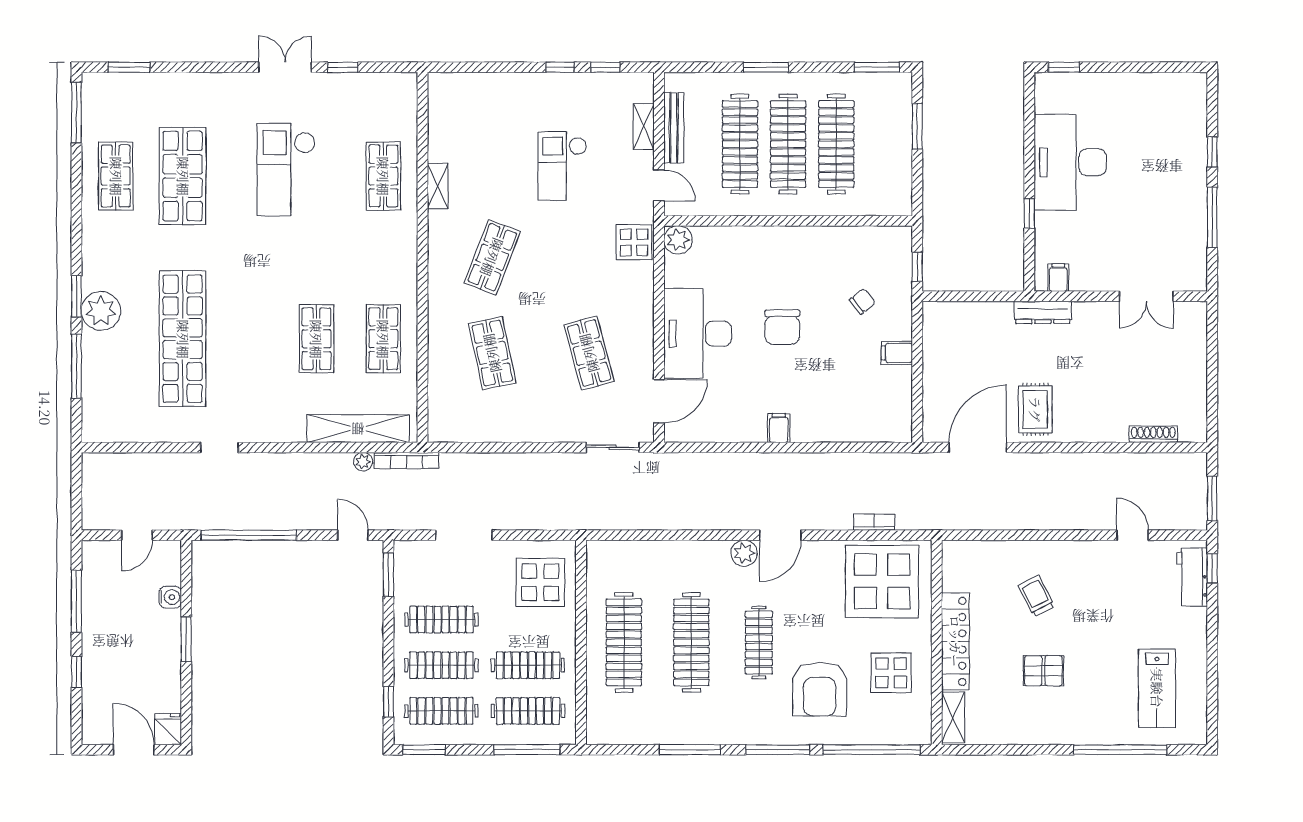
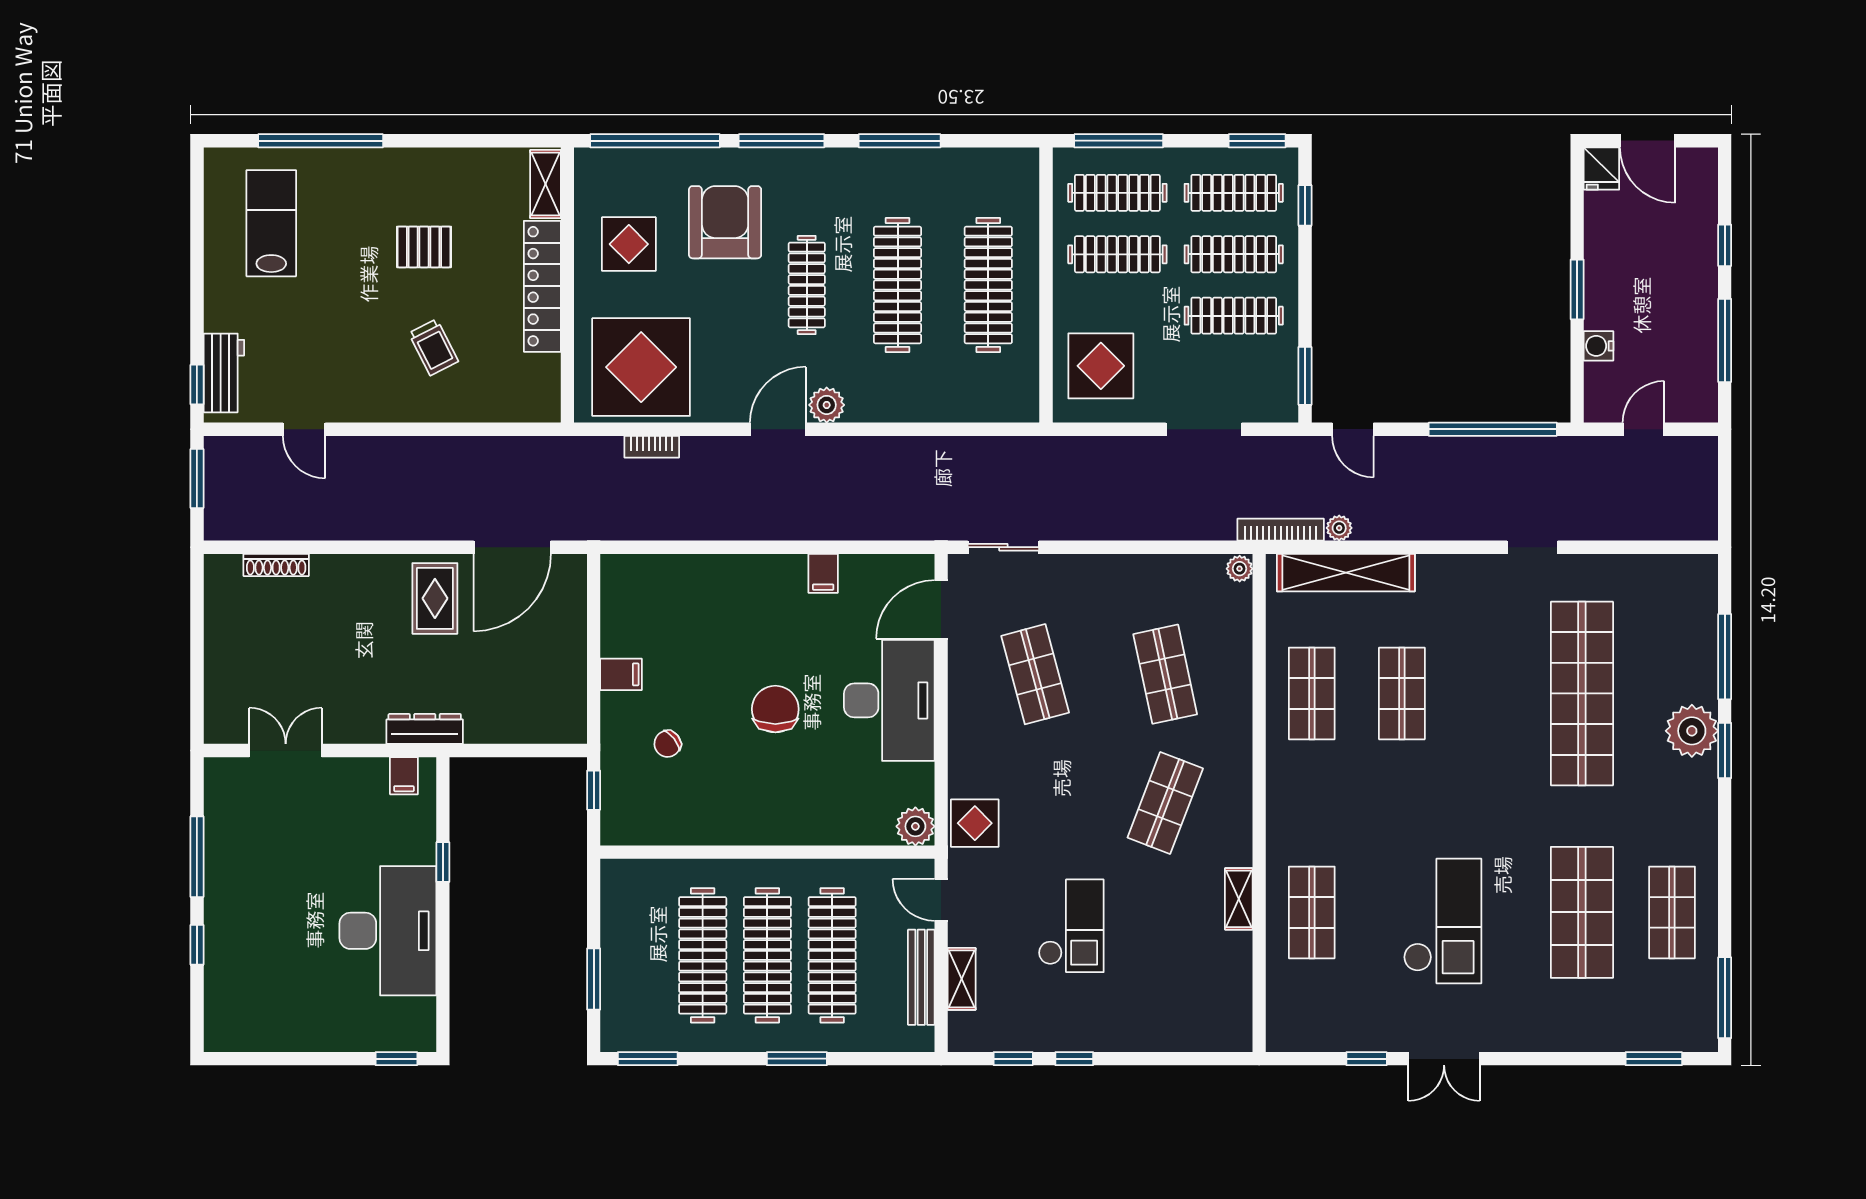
filing cabinet: (779, 428) -> (823, 573), moved
plant: (437, 432) -> (1240, 569), added

